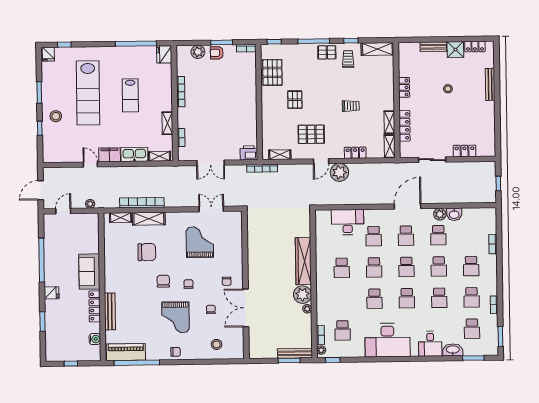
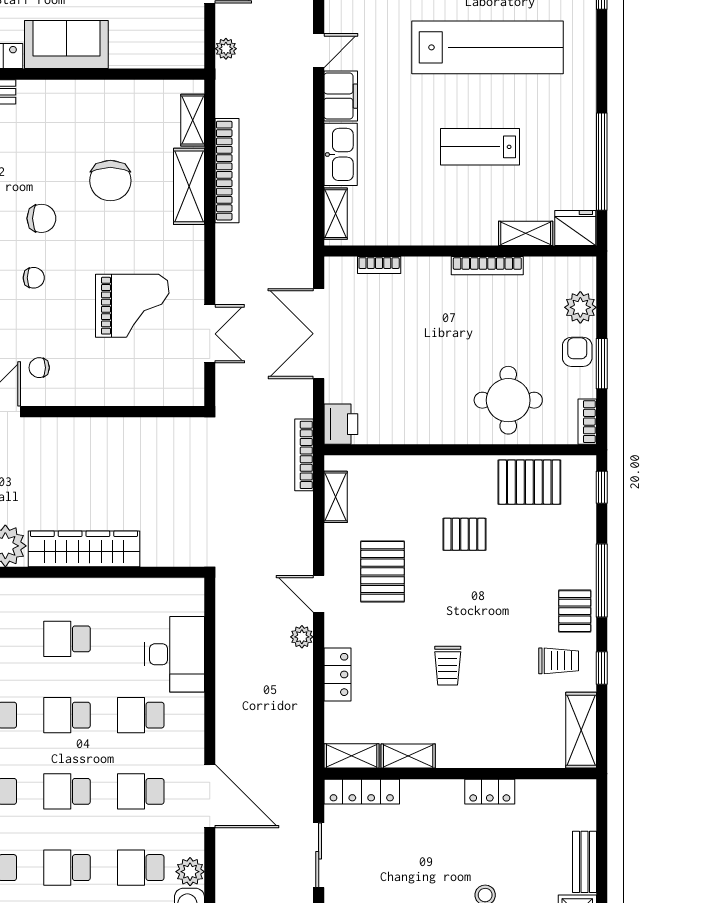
round table: (238, 82) -> (508, 400), added
lab bench: (88, 93) -> (487, 47), turned 180
shelving: (167, 123) -> (526, 233), moved
locker: (405, 126) -> (362, 792), moved
double door: (211, 163) -> (319, 334), width x1.37
plant: (339, 172) -> (302, 637), width x0.53, depth x0.53

